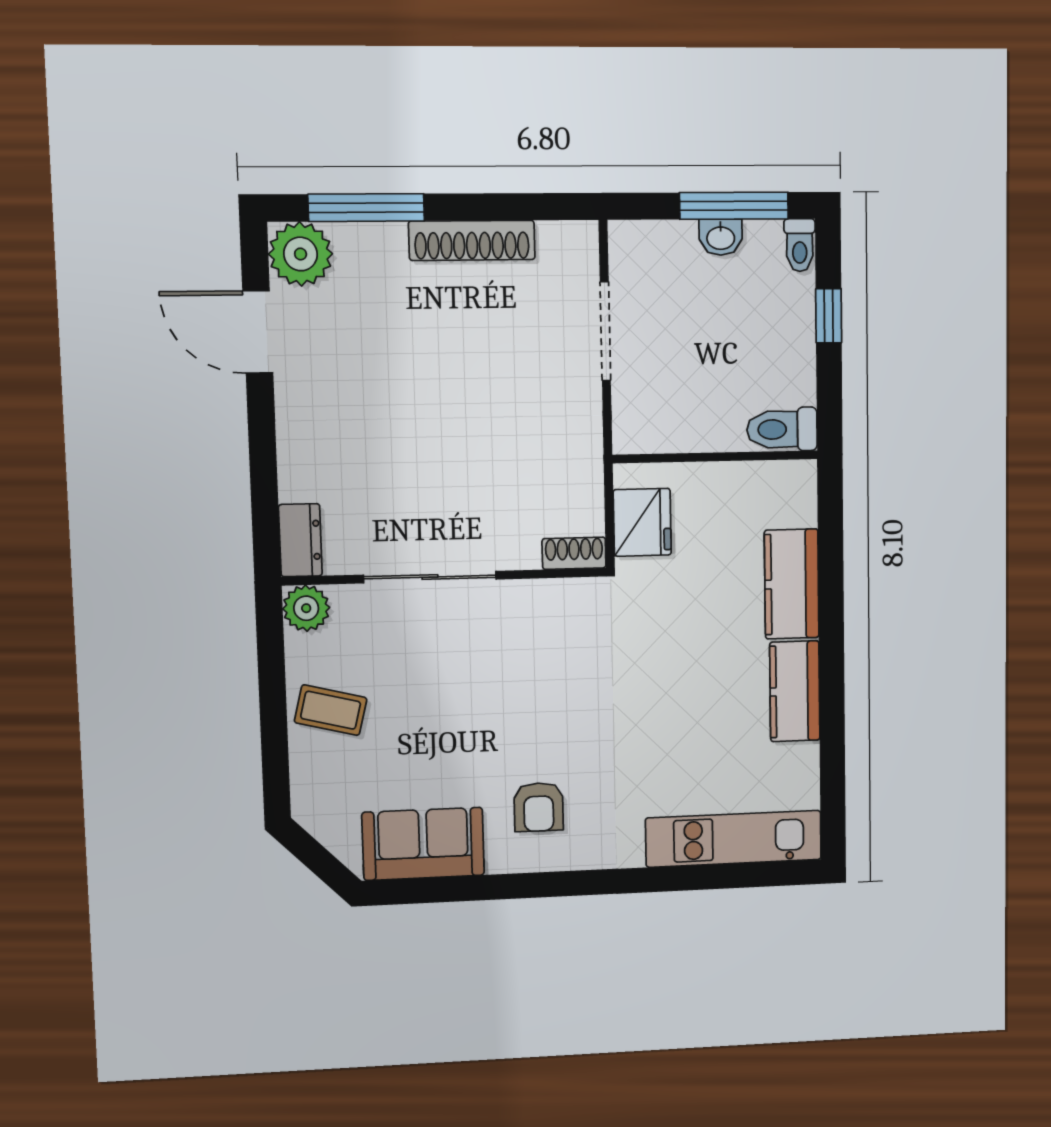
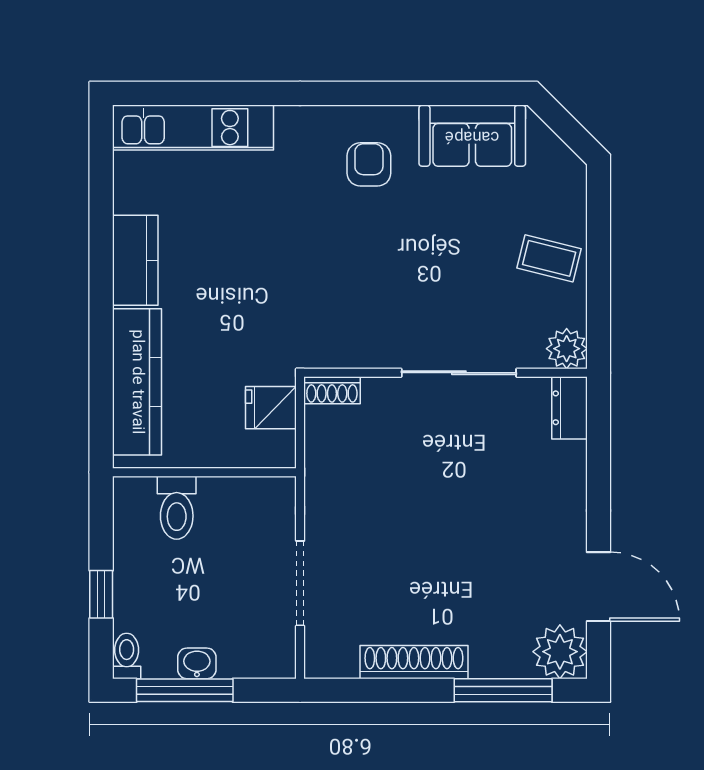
toilet: (782, 429) -> (177, 508), moved, turned 90
fridge: (642, 522) -> (271, 408), width x0.72
kitchen counter: (792, 584) -> (137, 382), width x1.50

